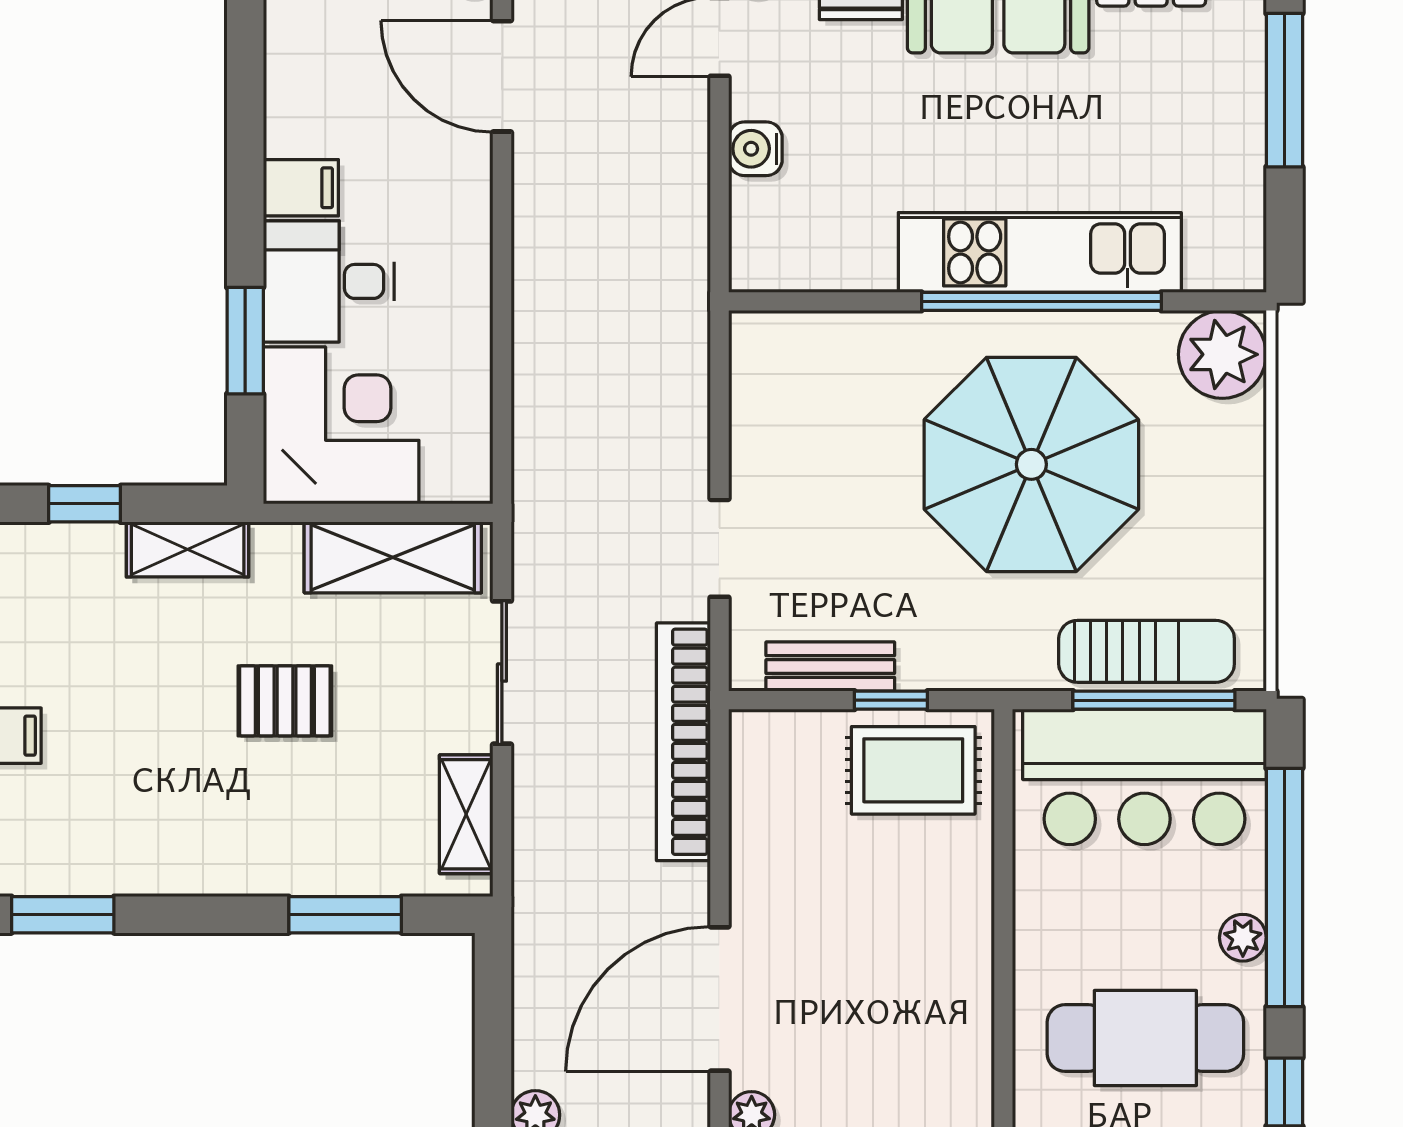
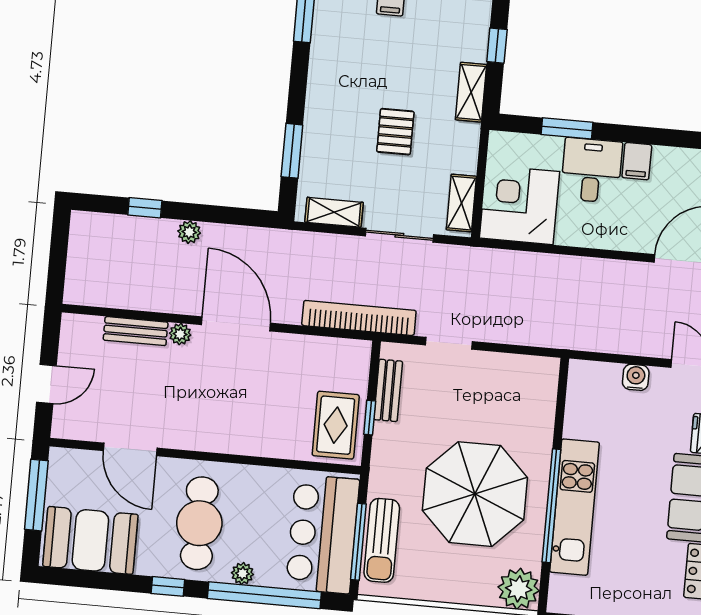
corner desk: (341, 425) -> (520, 205), moved, turned 180
shelving: (393, 557) -> (461, 203), width x0.67, depth x0.75

